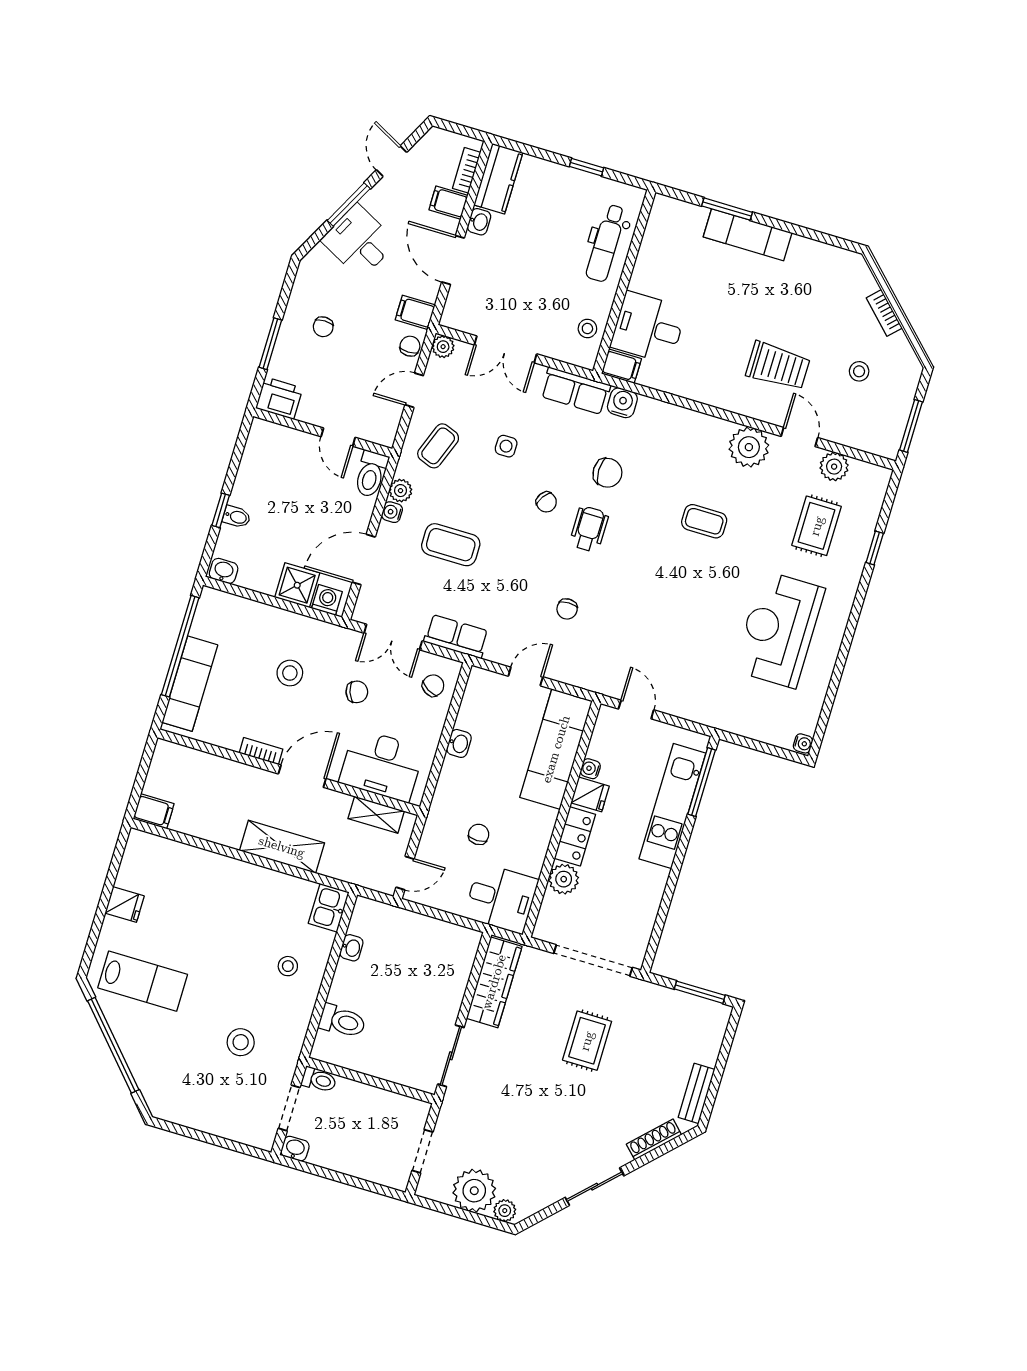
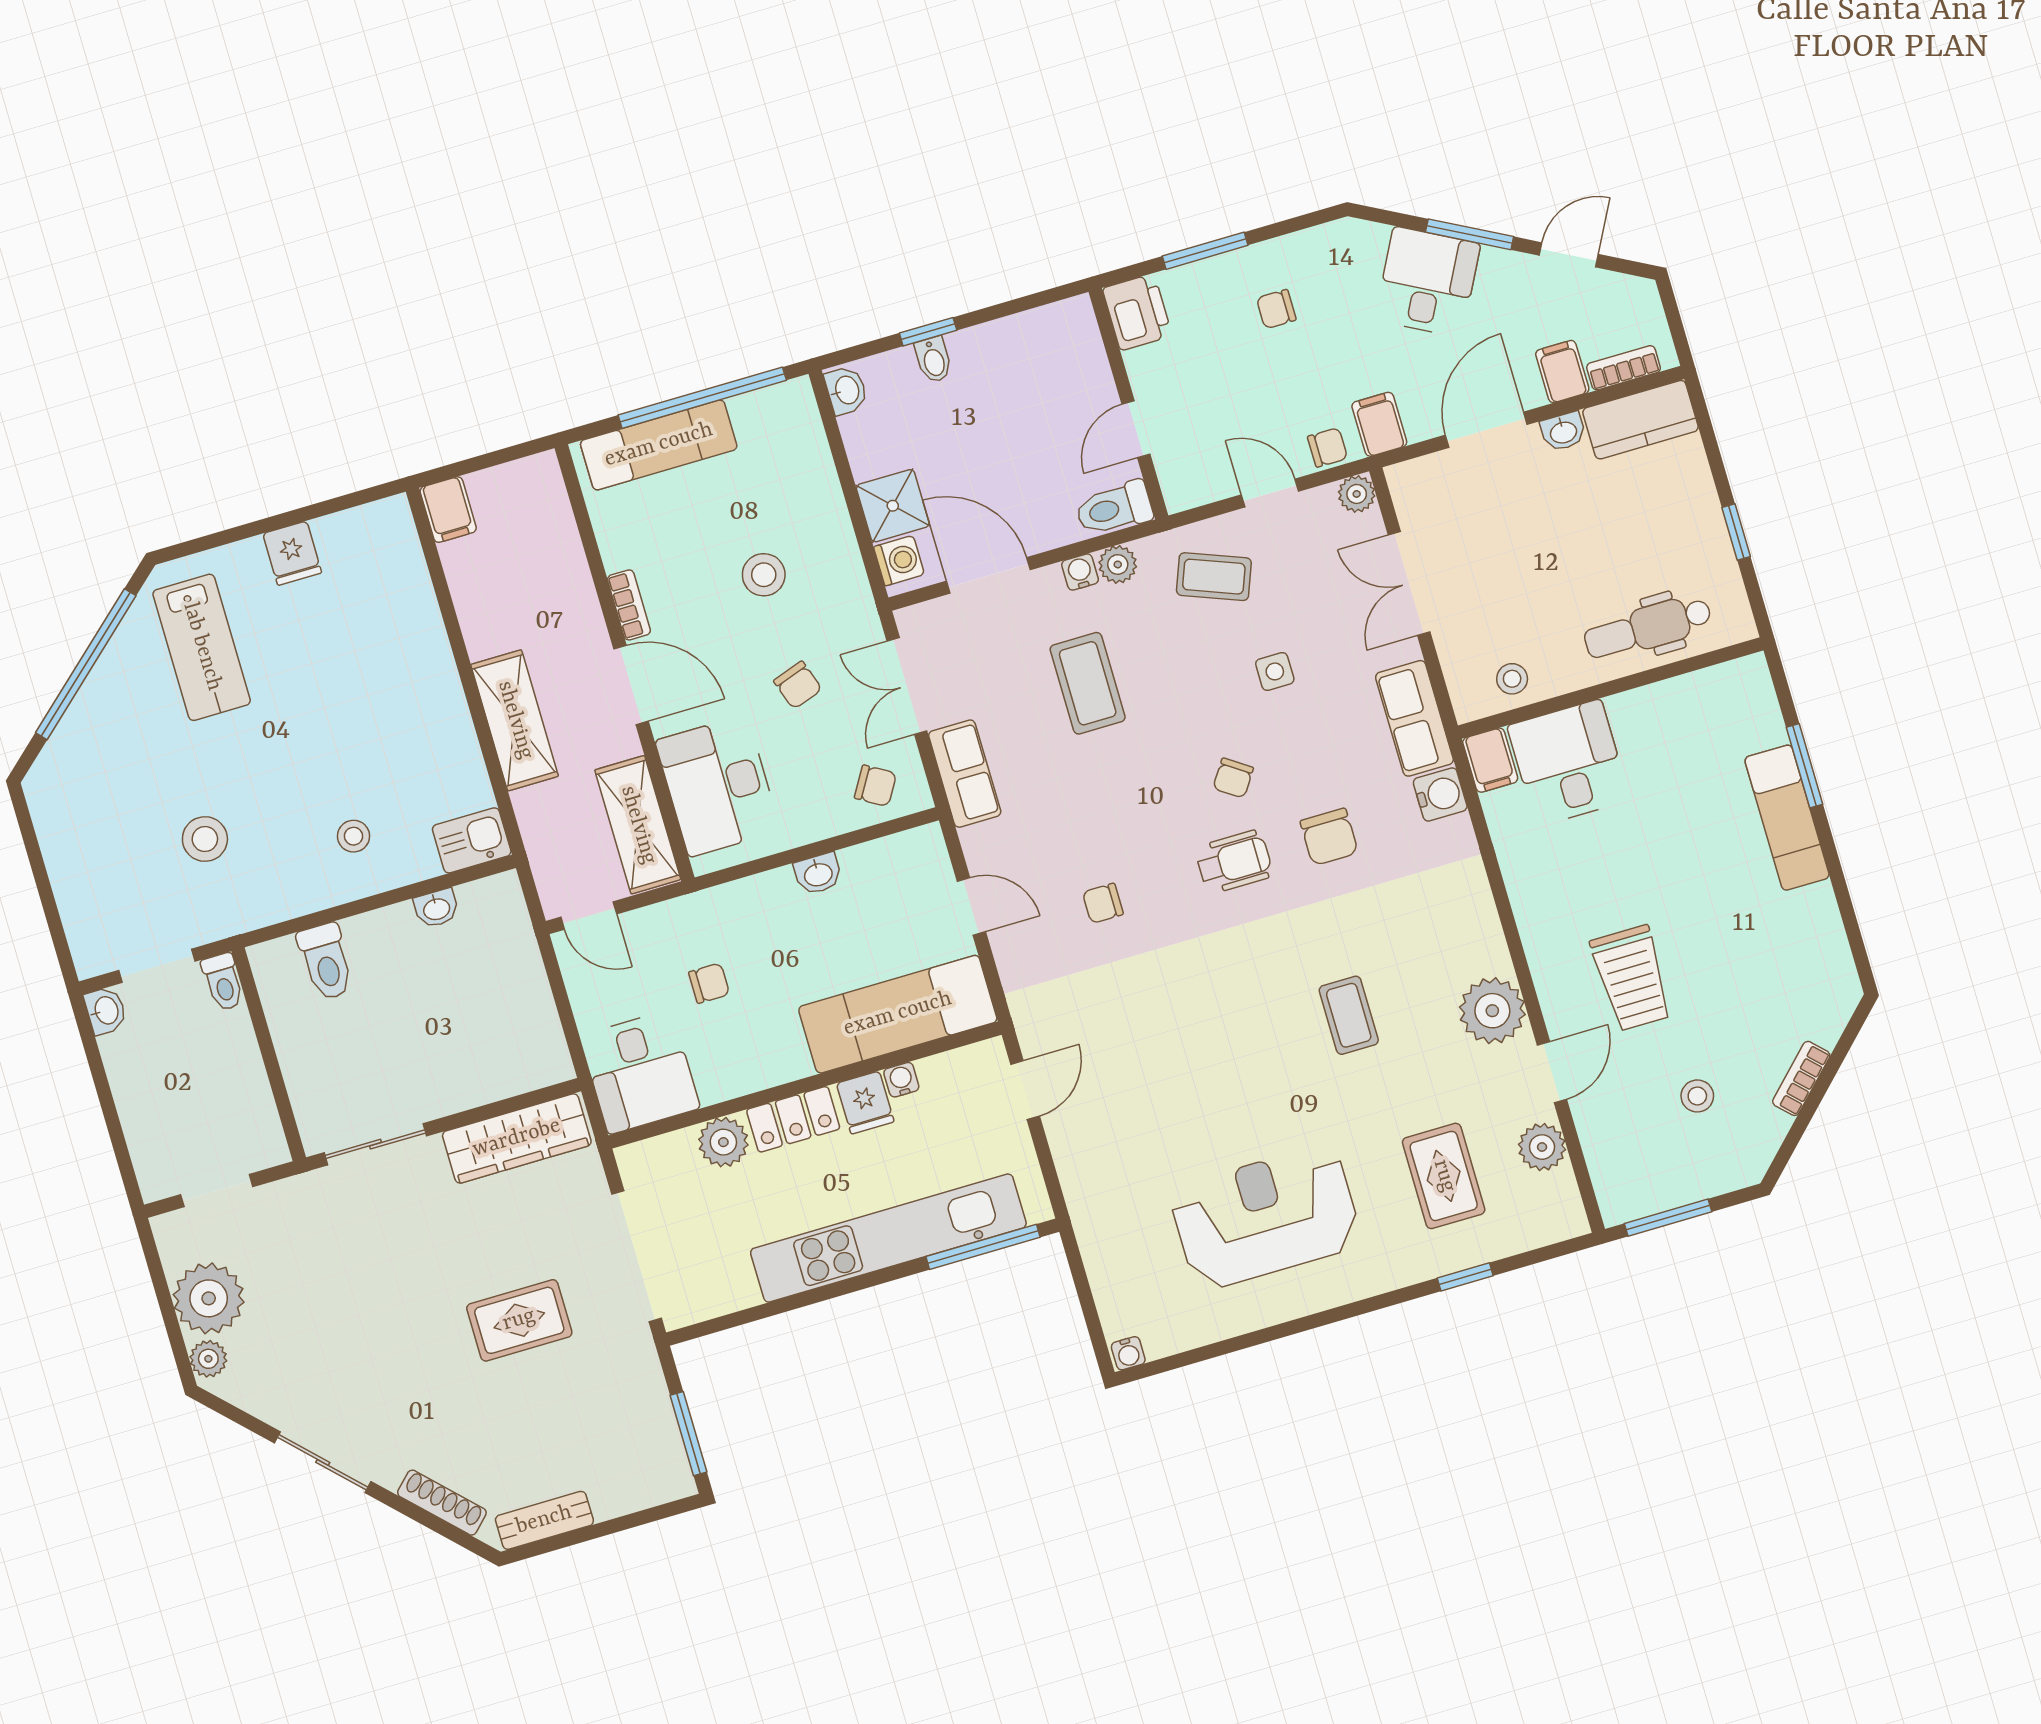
rug: (817, 526) -> (1444, 1176), turned 90
kitchen unit: (672, 806) -> (888, 1238), width x1.36
shelving: (376, 815) -> (638, 825), width x1.50, depth x1.33

